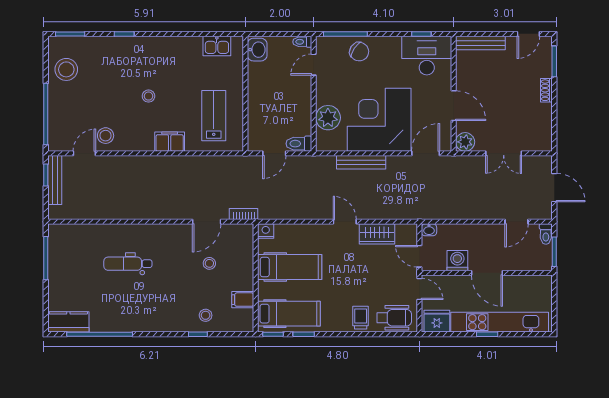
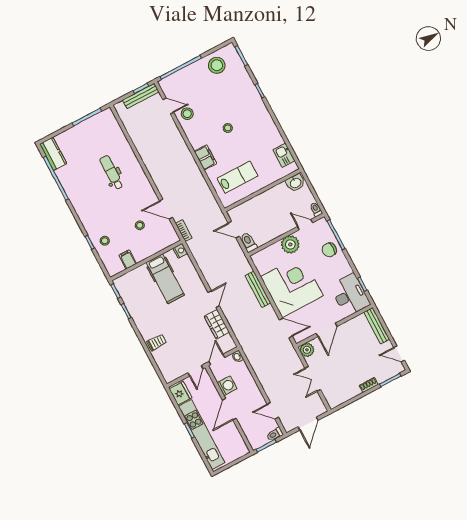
chair: (359, 52) -> (329, 250), turned 56
plant: (328, 118) -> (290, 244), moved
hospital bed: (289, 314) -> (135, 294), removed
wheelchair: (394, 318) -> (168, 364), removed

